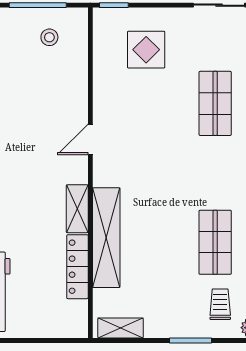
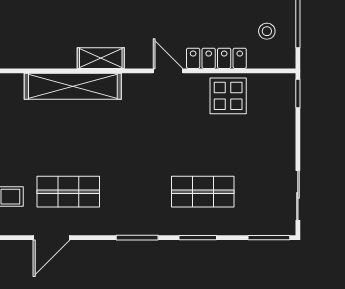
display table: (146, 50) -> (228, 96), moved
locker: (77, 267) -> (216, 58), moved

